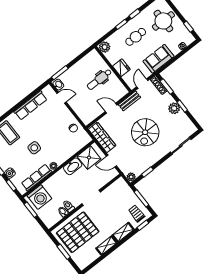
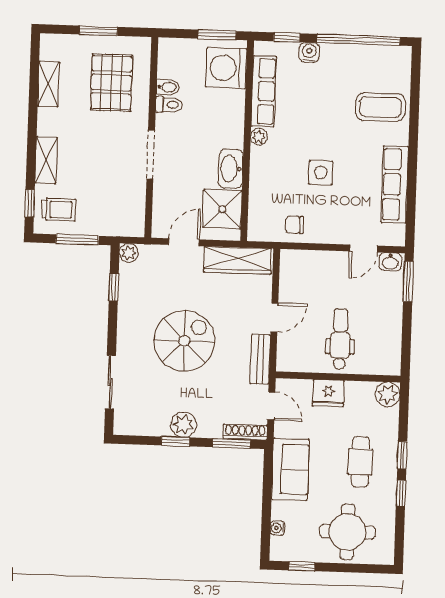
spiral stairs: (145, 132) -> (184, 341), turned 90
side table: (34, 148) -> (321, 173), moved
pallet: (78, 232) -> (111, 83), width x0.73, depth x0.71
shelving: (106, 245) -> (48, 84), moved

